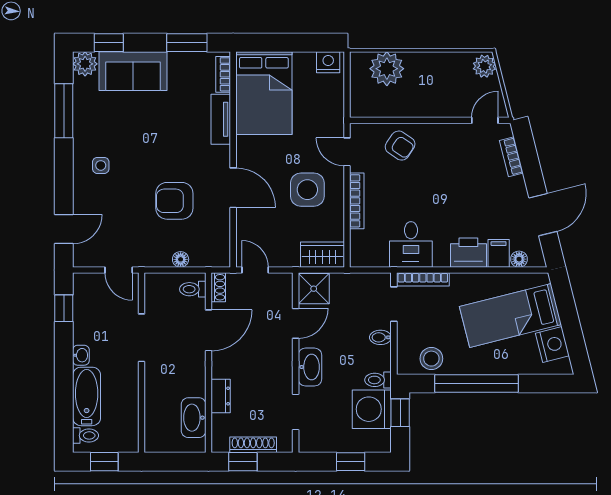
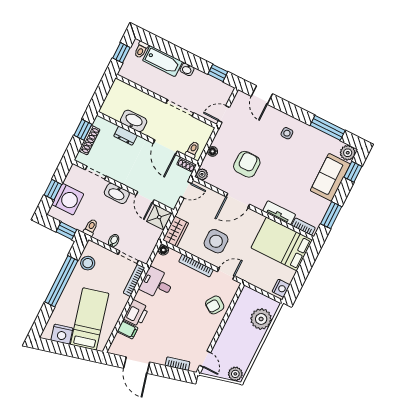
plant: (221, 258) -> (202, 174), added
floor lamp: (519, 259) -> (163, 250), moved
washing machine: (372, 409) -> (68, 199), moved, turned 90
washbasin: (194, 418) -> (134, 121), moved

